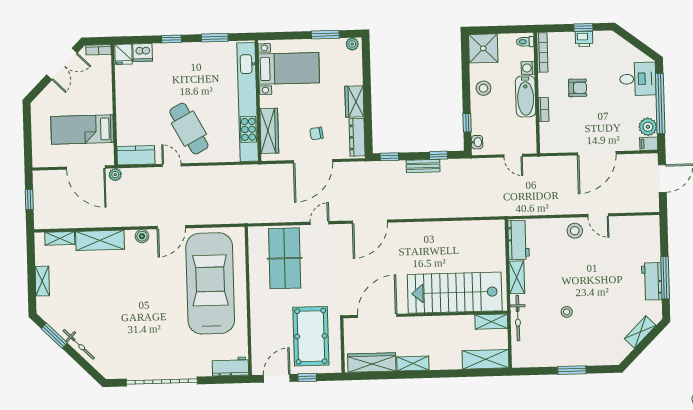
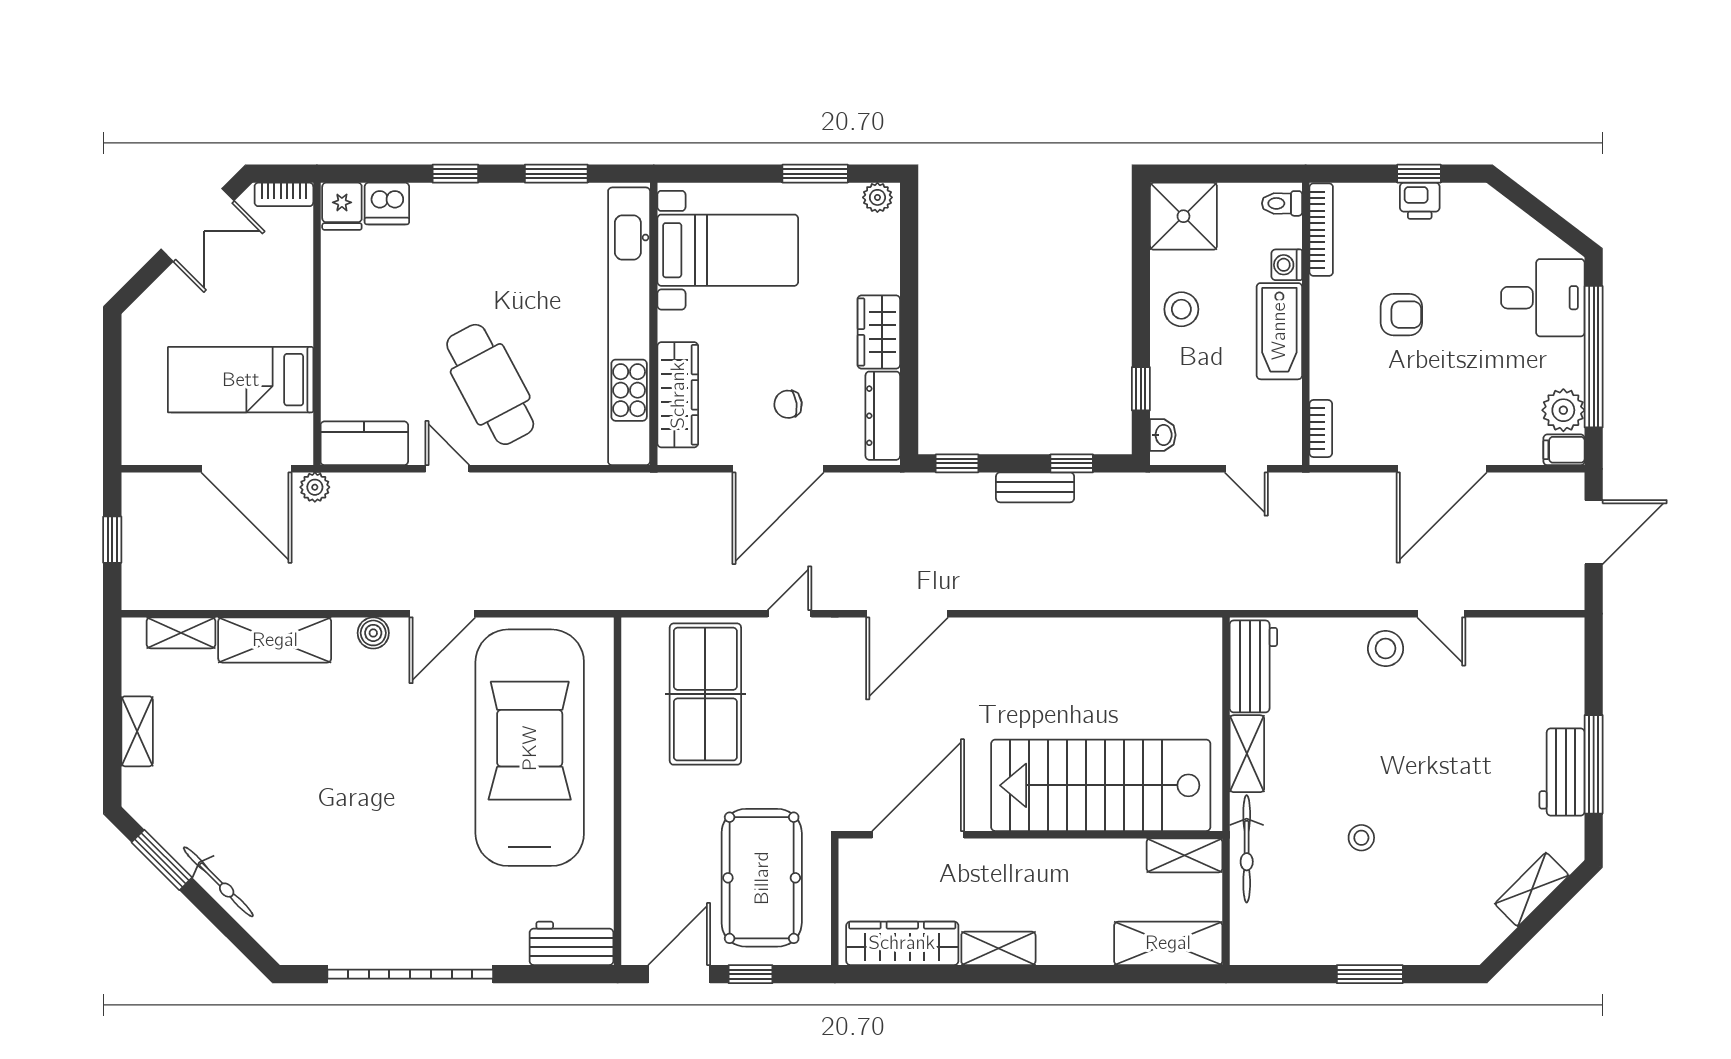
bookcase: (544, 109) -> (1321, 429), moved

